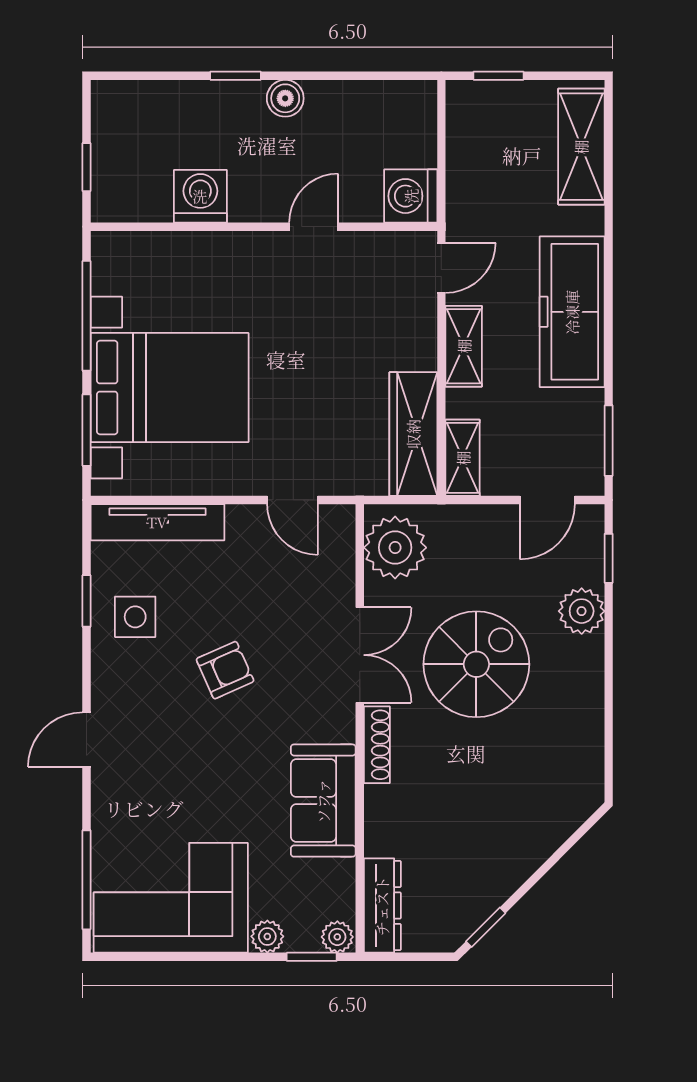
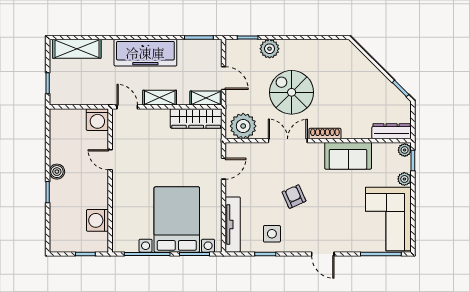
washing machine: (200, 196) -> (98, 220), moved
door: (547, 500) -> (223, 78), moved

